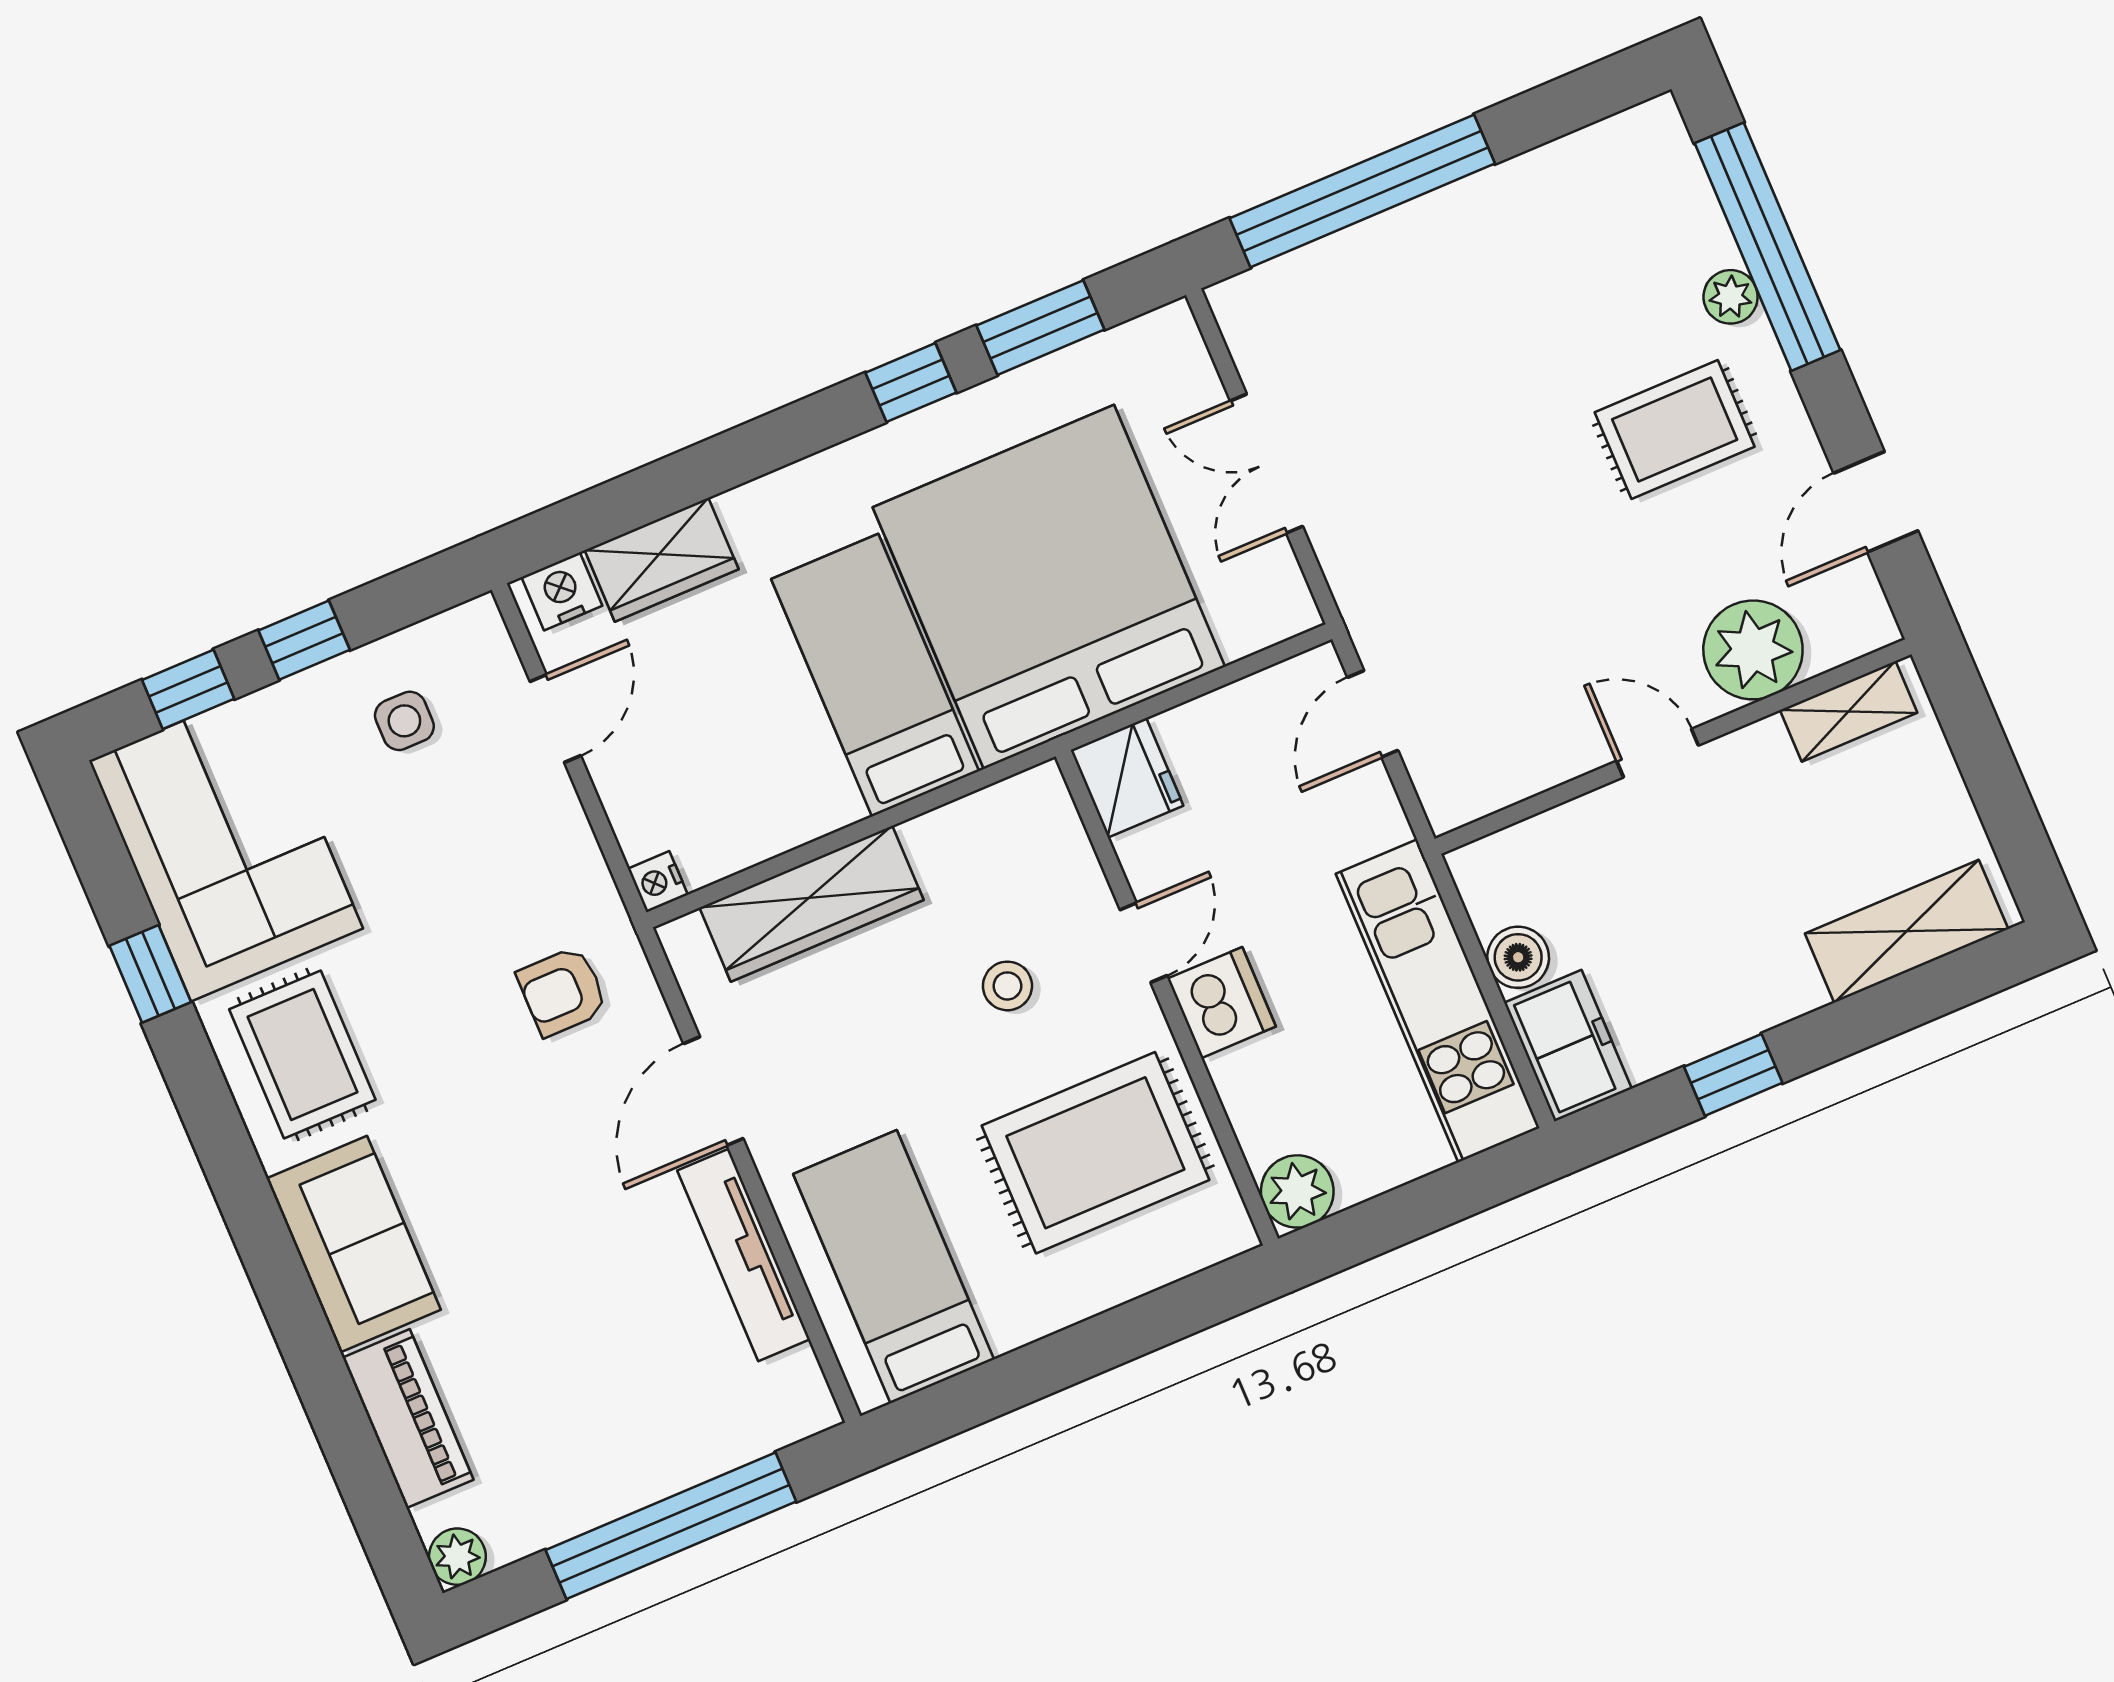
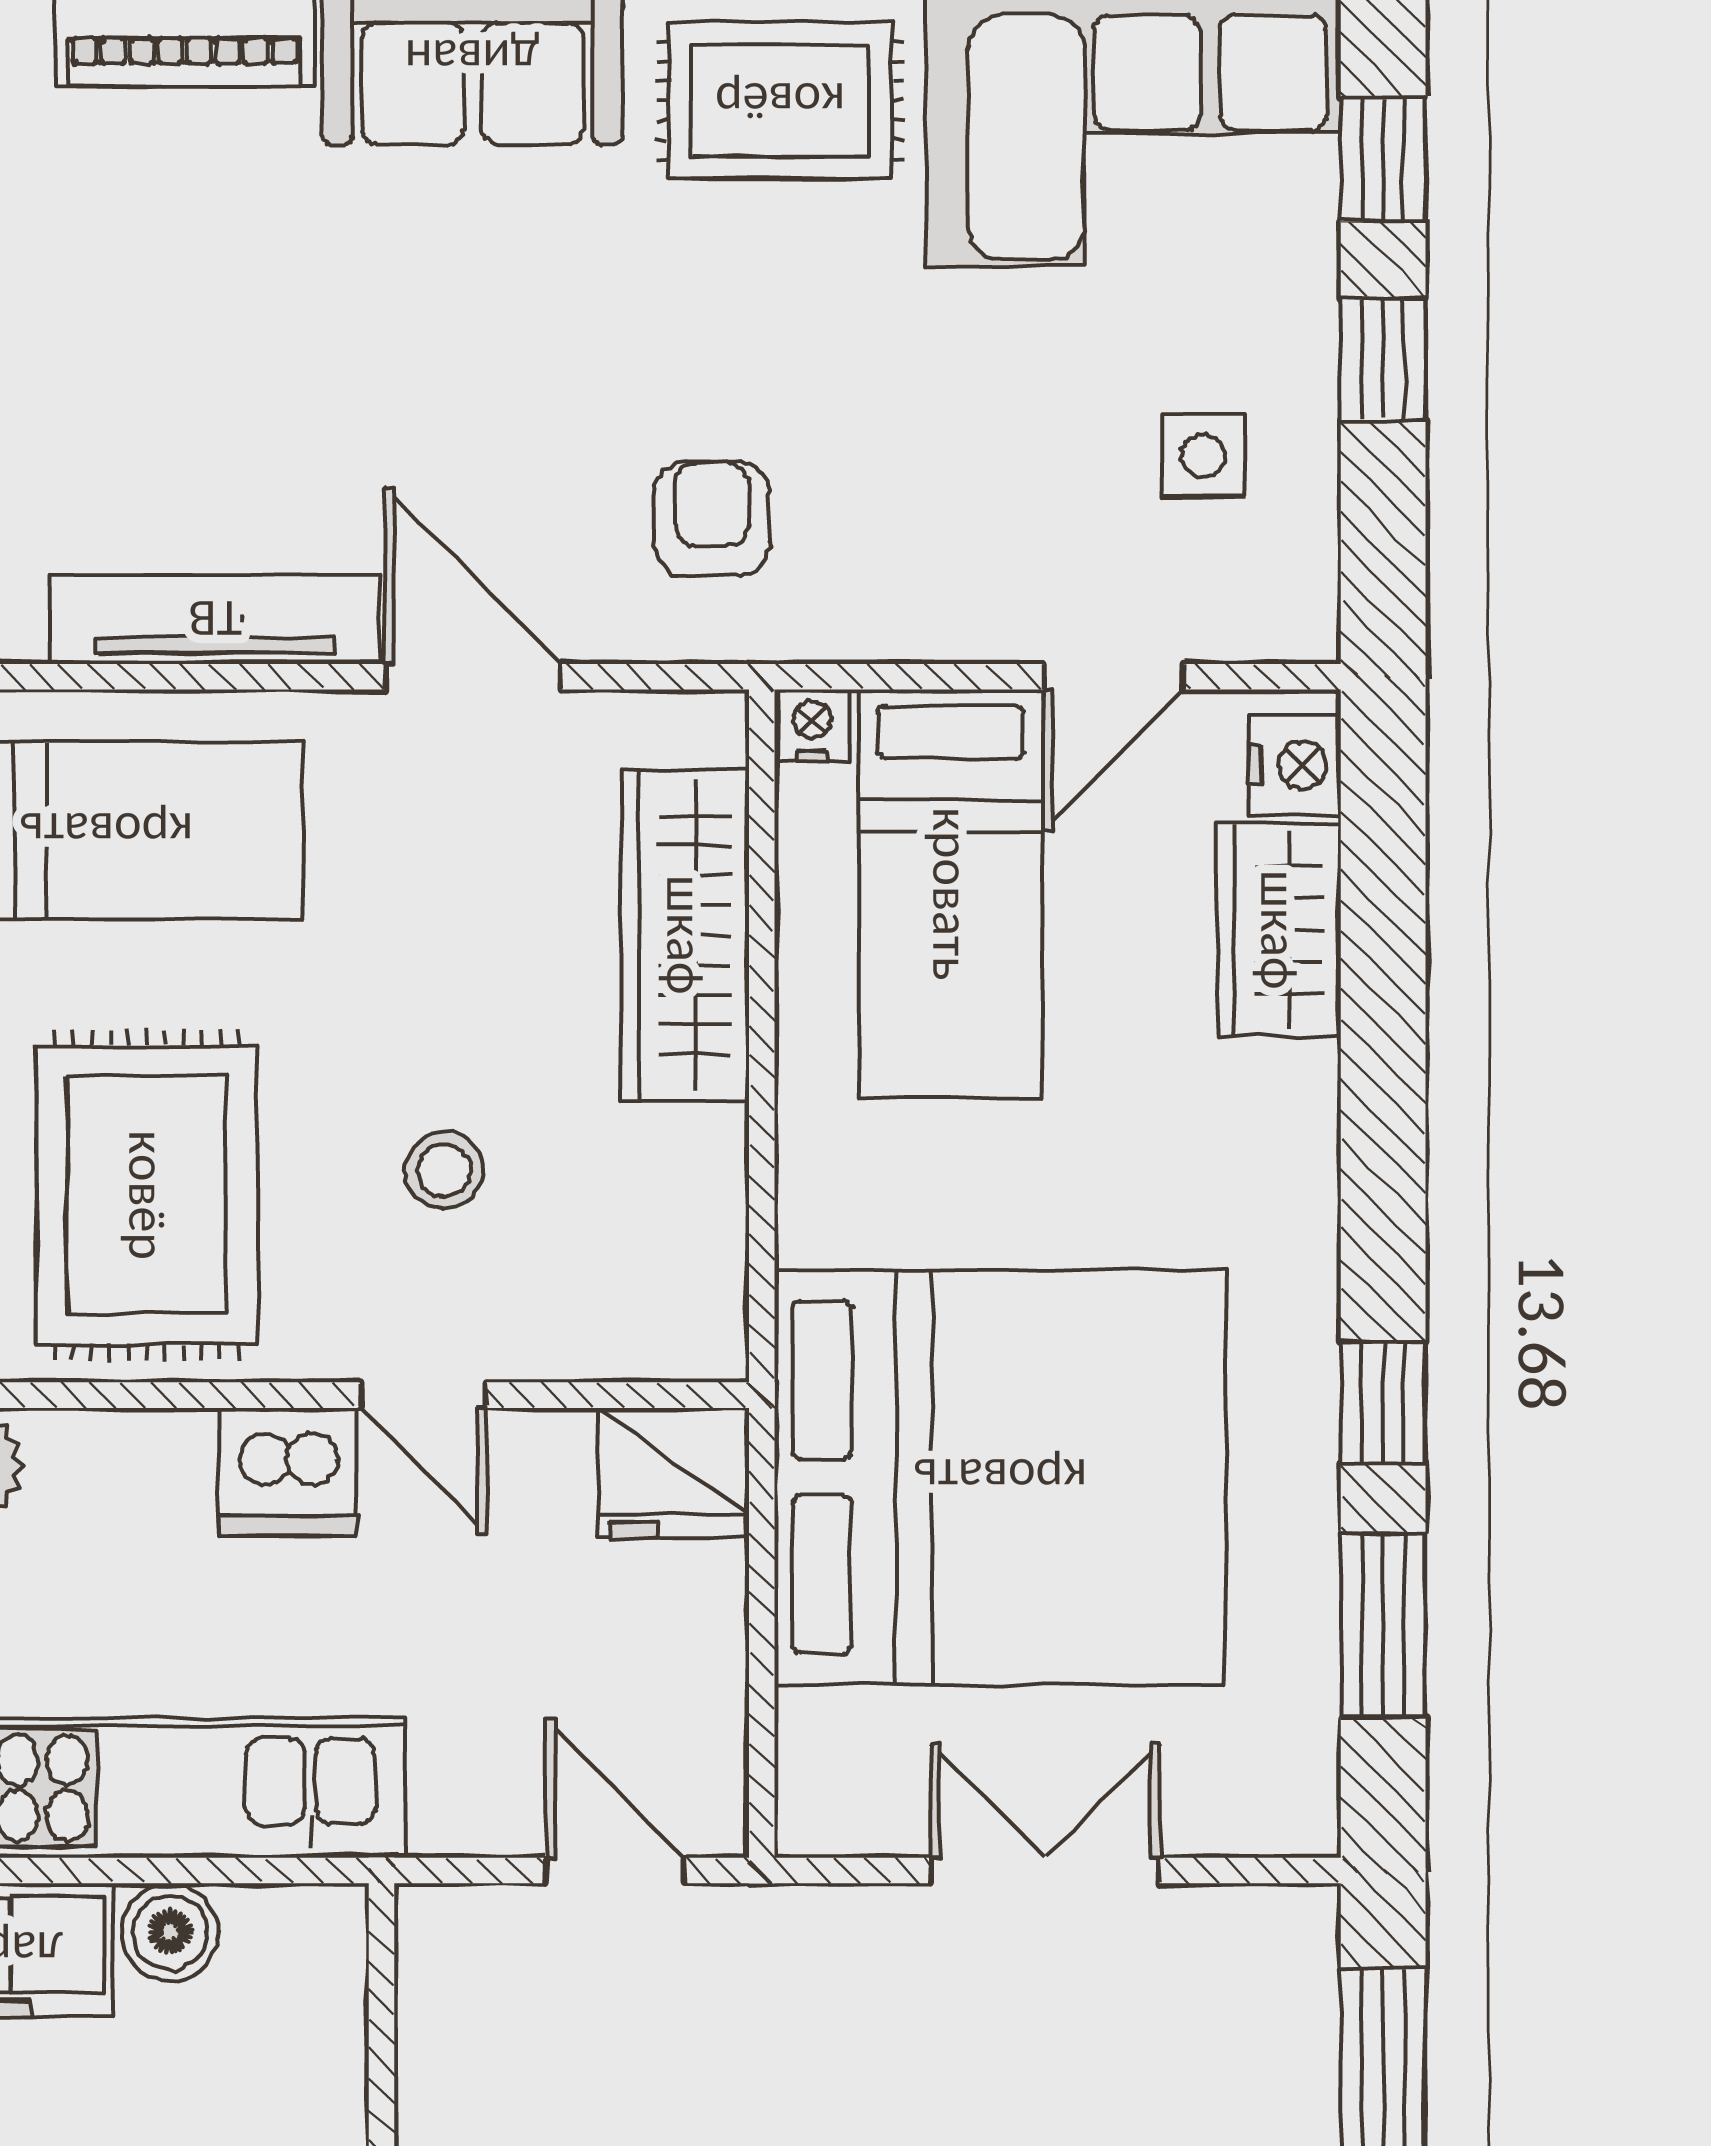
bed: (875, 675) -> (951, 894), moved, turned 90
door: (555, 719) -> (1114, 677), hinge flipped

